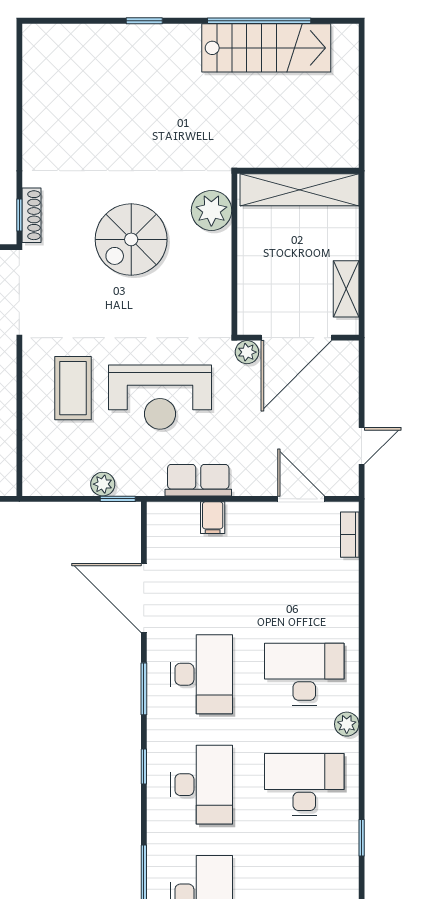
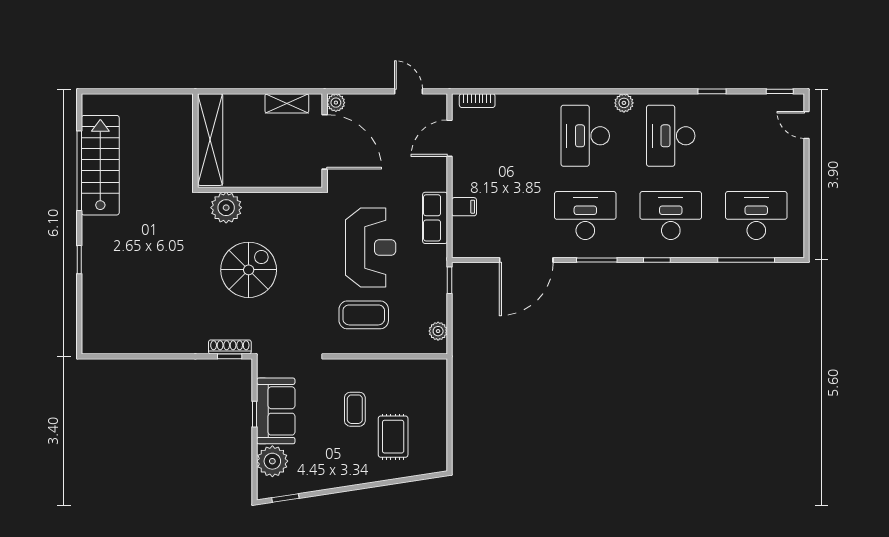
spiral stairs: (131, 239) -> (249, 270), turned -90
plant: (247, 352) -> (336, 103), moved
plant: (103, 484) -> (438, 331), moved

